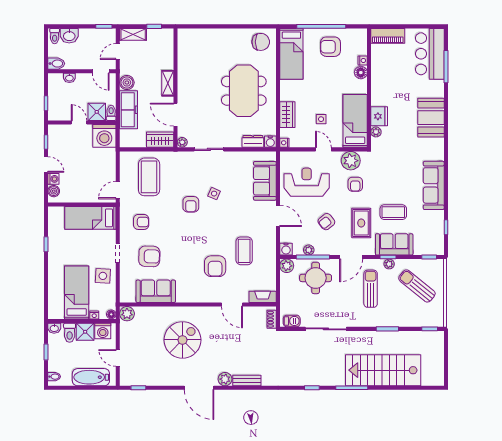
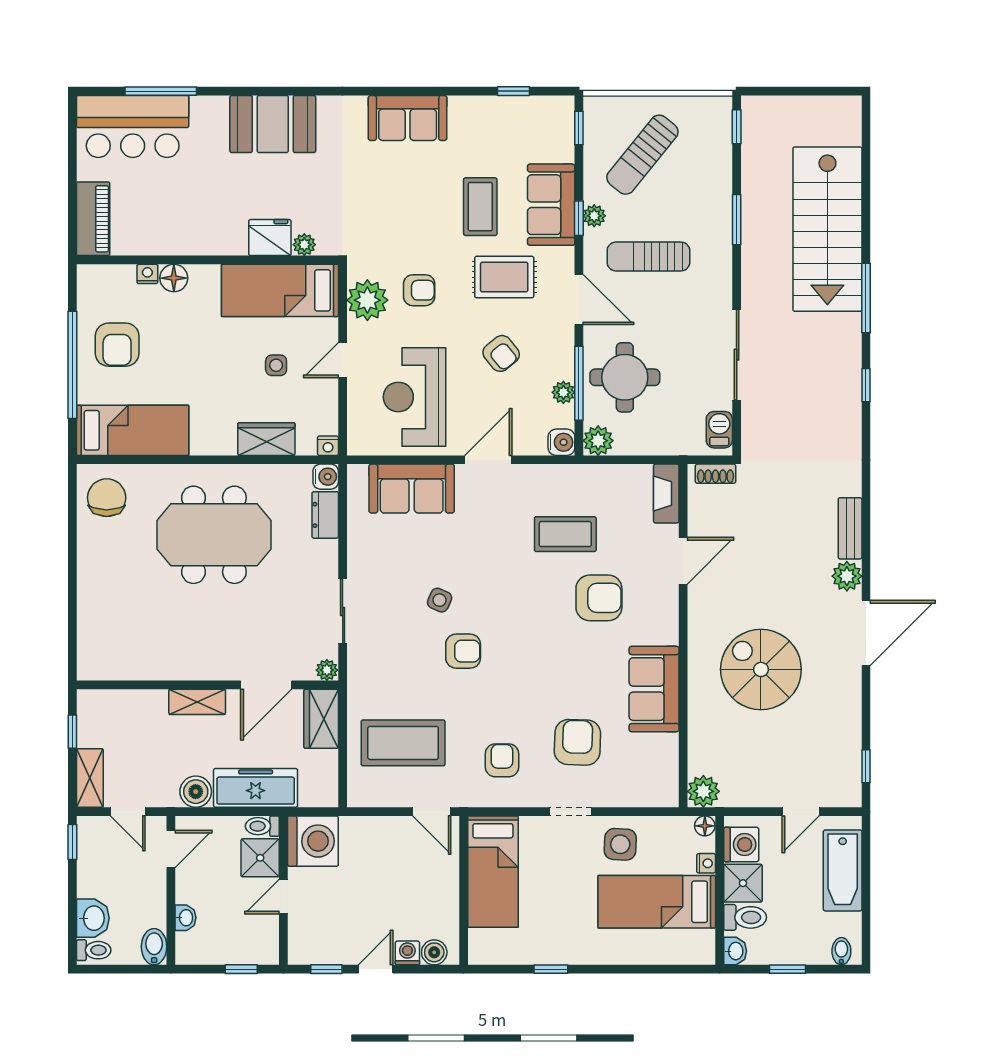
sofa: (434, 185) -> (408, 118), width x0.73
sofa: (156, 291) -> (654, 689), moved

